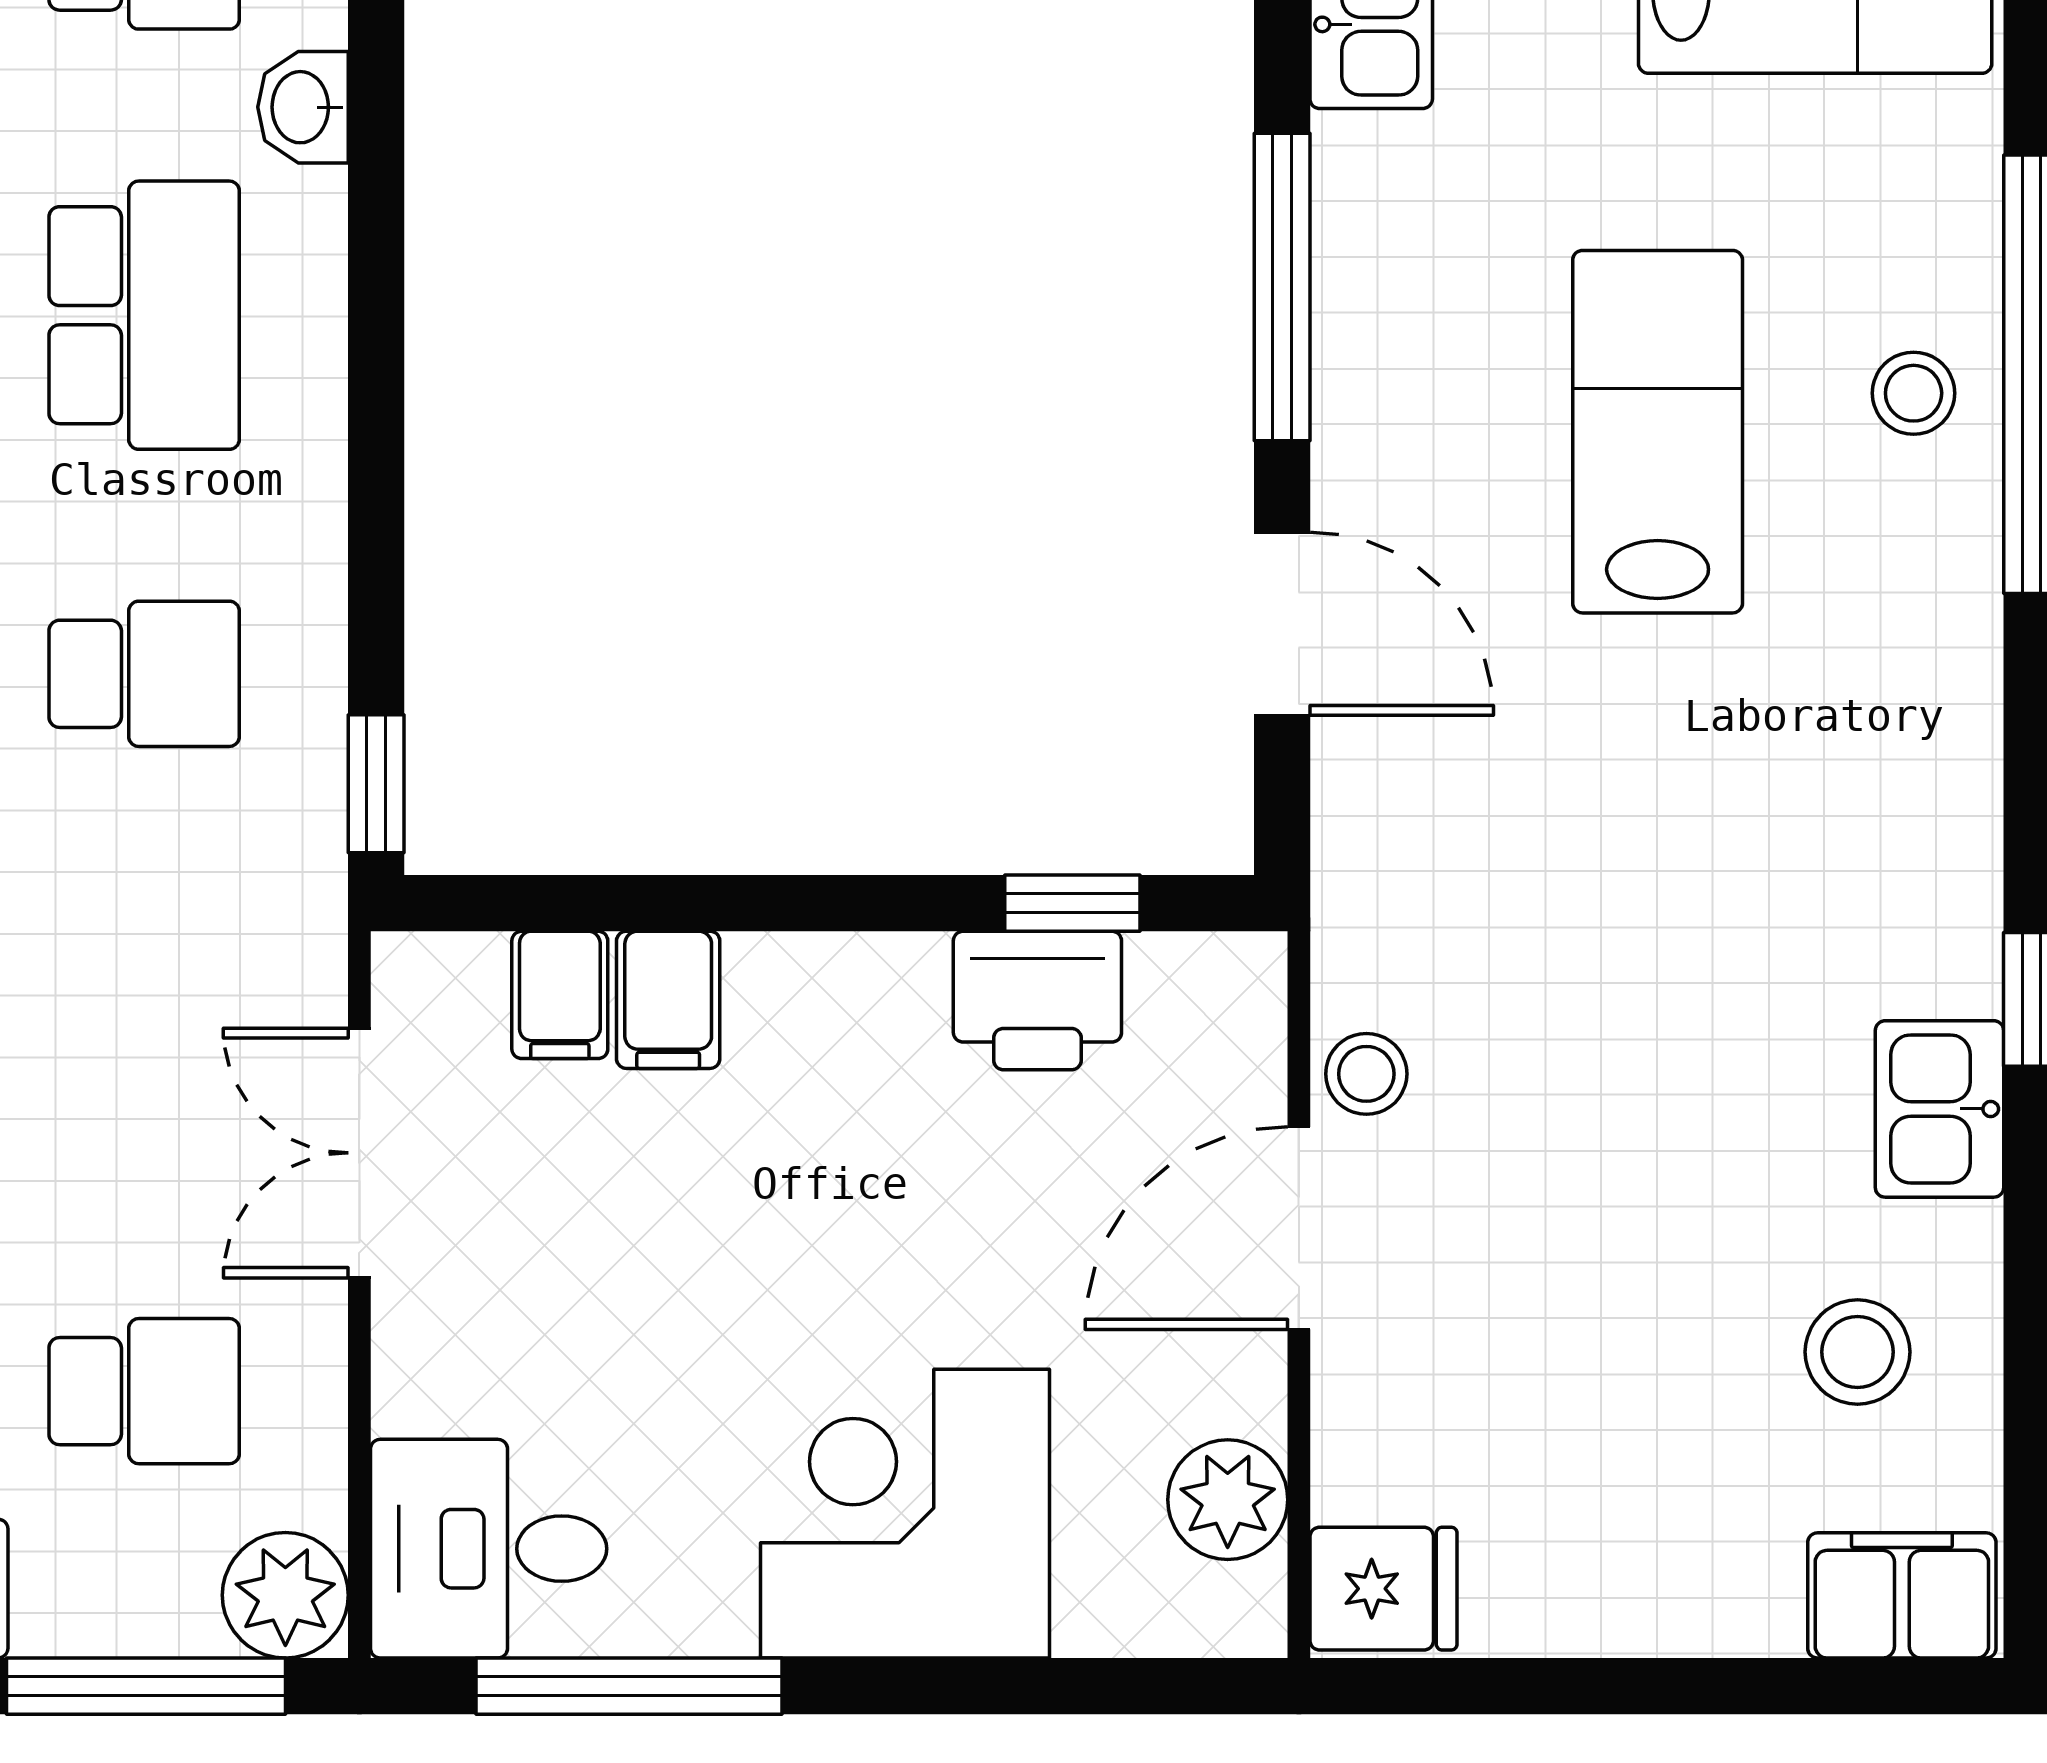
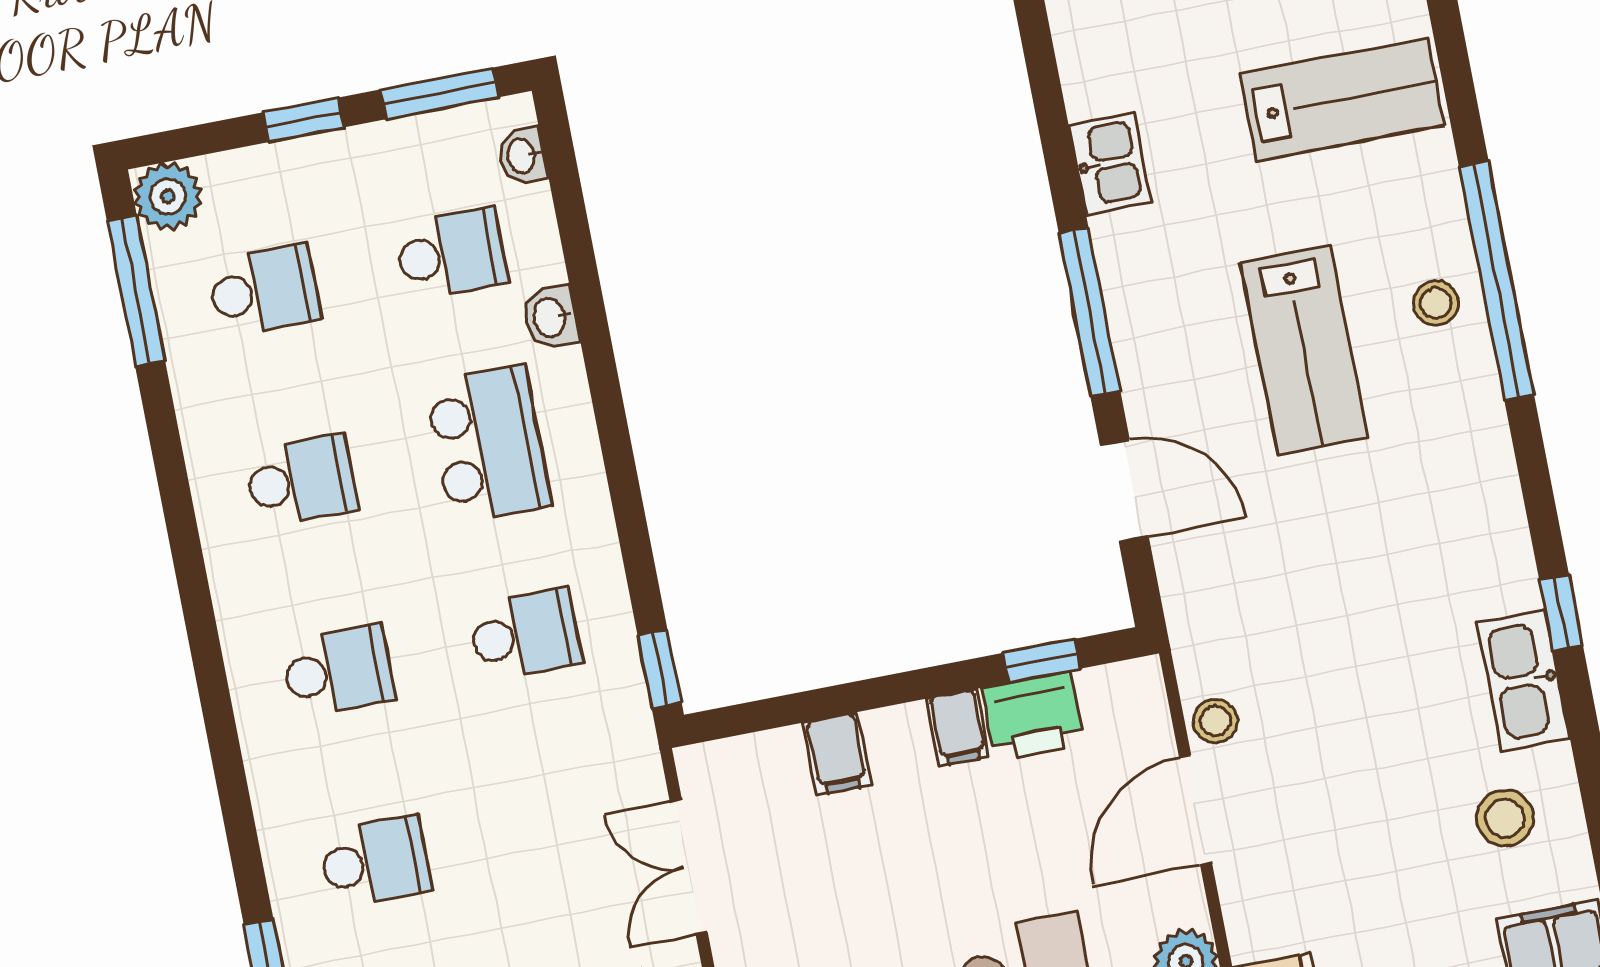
lab bench: (1658, 432) -> (1304, 350), turned 180
filing cabinet: (560, 995) -> (958, 728), moved
kitchen sink: (1939, 1109) -> (1523, 681), width x1.38

